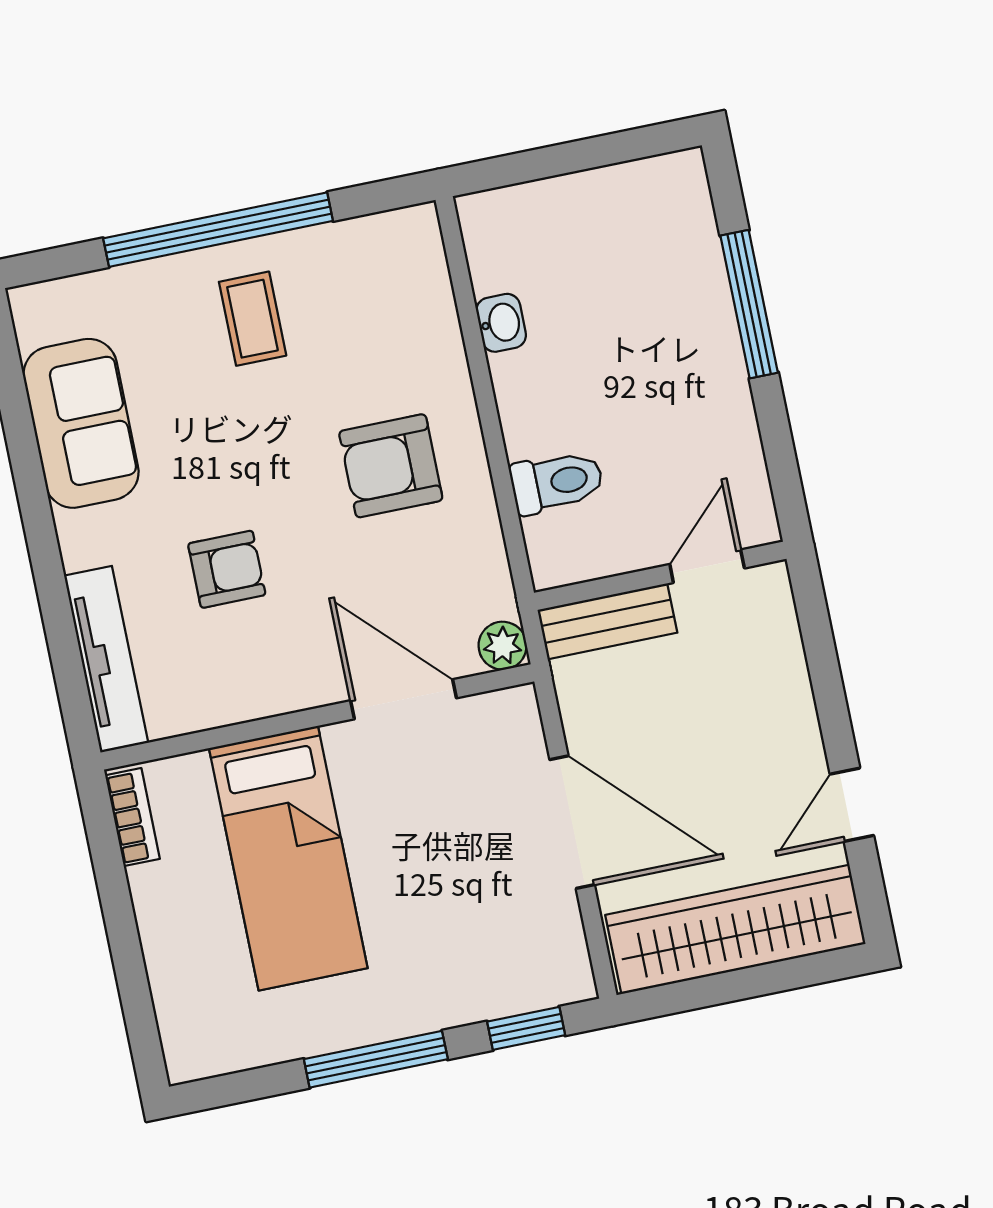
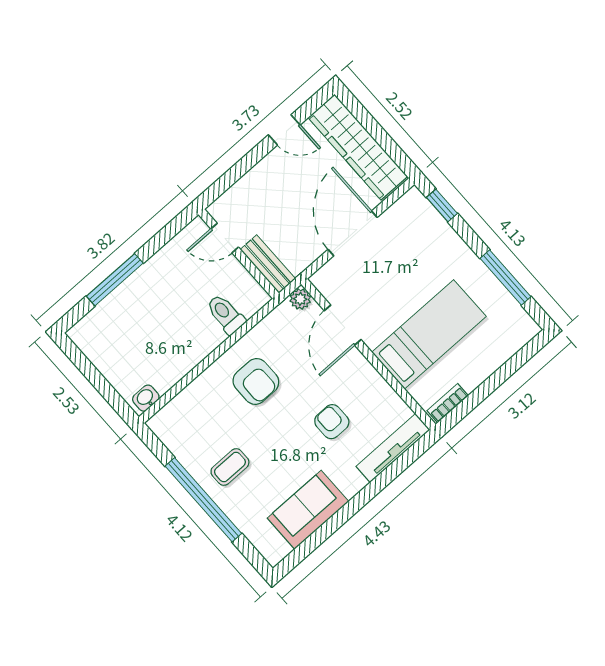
washbasin: (501, 323) -> (146, 398), moved
window: (376, 1059) -> (506, 277), moved

